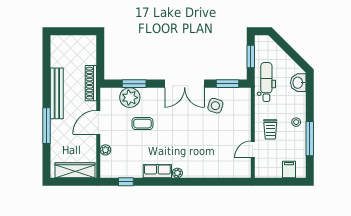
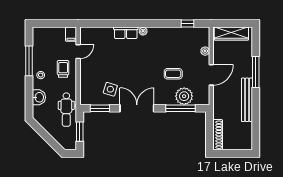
shoe rack: (91, 83) -> (218, 135), moved
washbasin: (298, 83) -> (39, 97), moved
window: (134, 84) -> (180, 108), width x1.44
filing cabinet: (289, 169) -> (71, 34), moved
row of seats: (157, 171) -> (126, 33), moved

